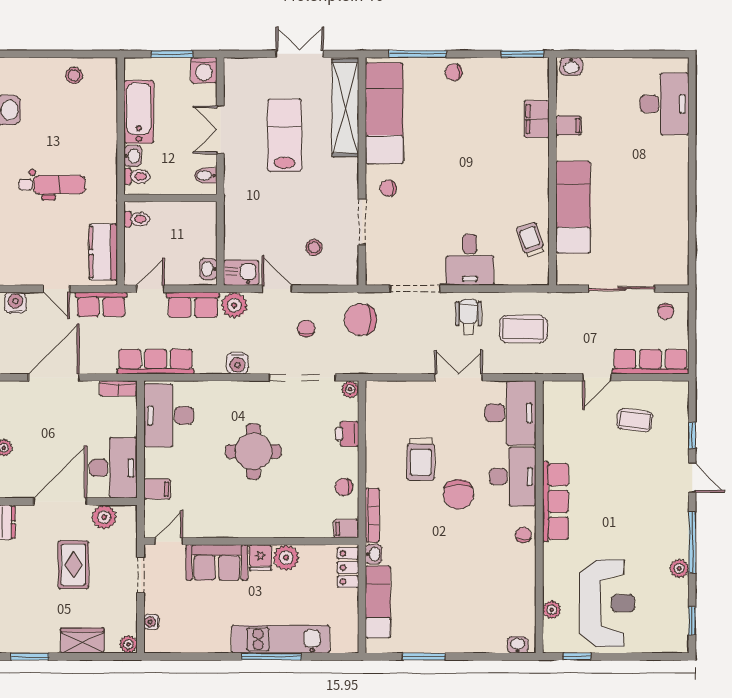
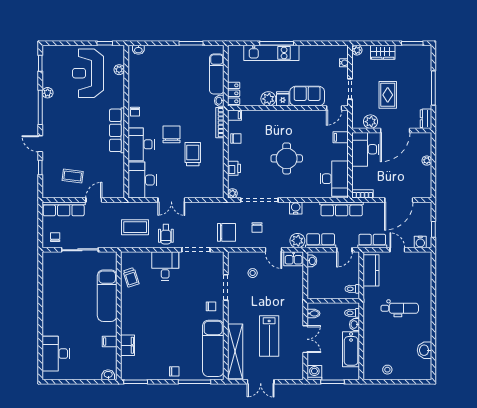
dental chair: (52, 185) -> (400, 308), turned 180

